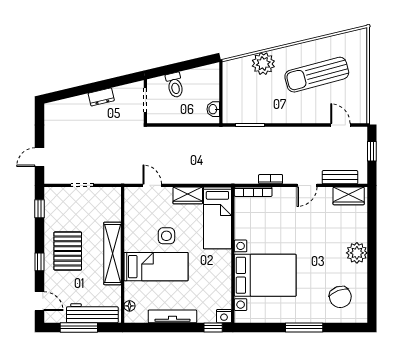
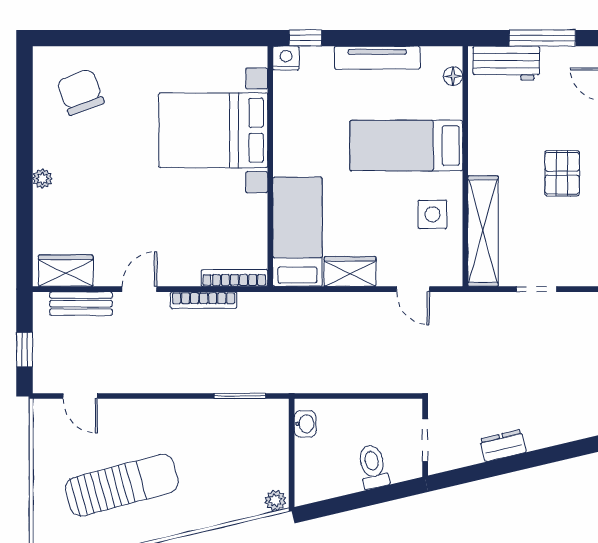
plant: (263, 64) -> (275, 500), moved, width x0.53, depth x0.53
bookcase: (271, 179) -> (204, 300), width x1.56
side table: (166, 236) -> (432, 214), moved
pallet: (68, 251) -> (562, 173), width x0.67, depth x0.71
shelving: (113, 253) -> (483, 231), moved
plant: (357, 253) -> (42, 179), width x0.53, depth x0.53
workbench: (92, 313) -> (506, 63), width x0.73
window: (304, 327) -> (144, 38), removed

